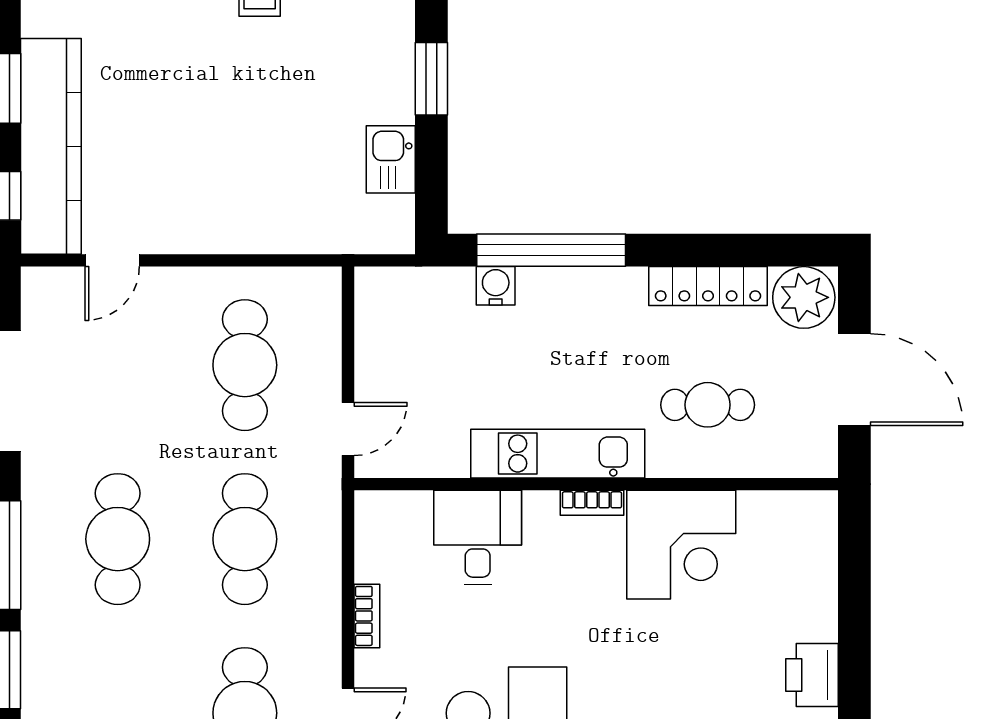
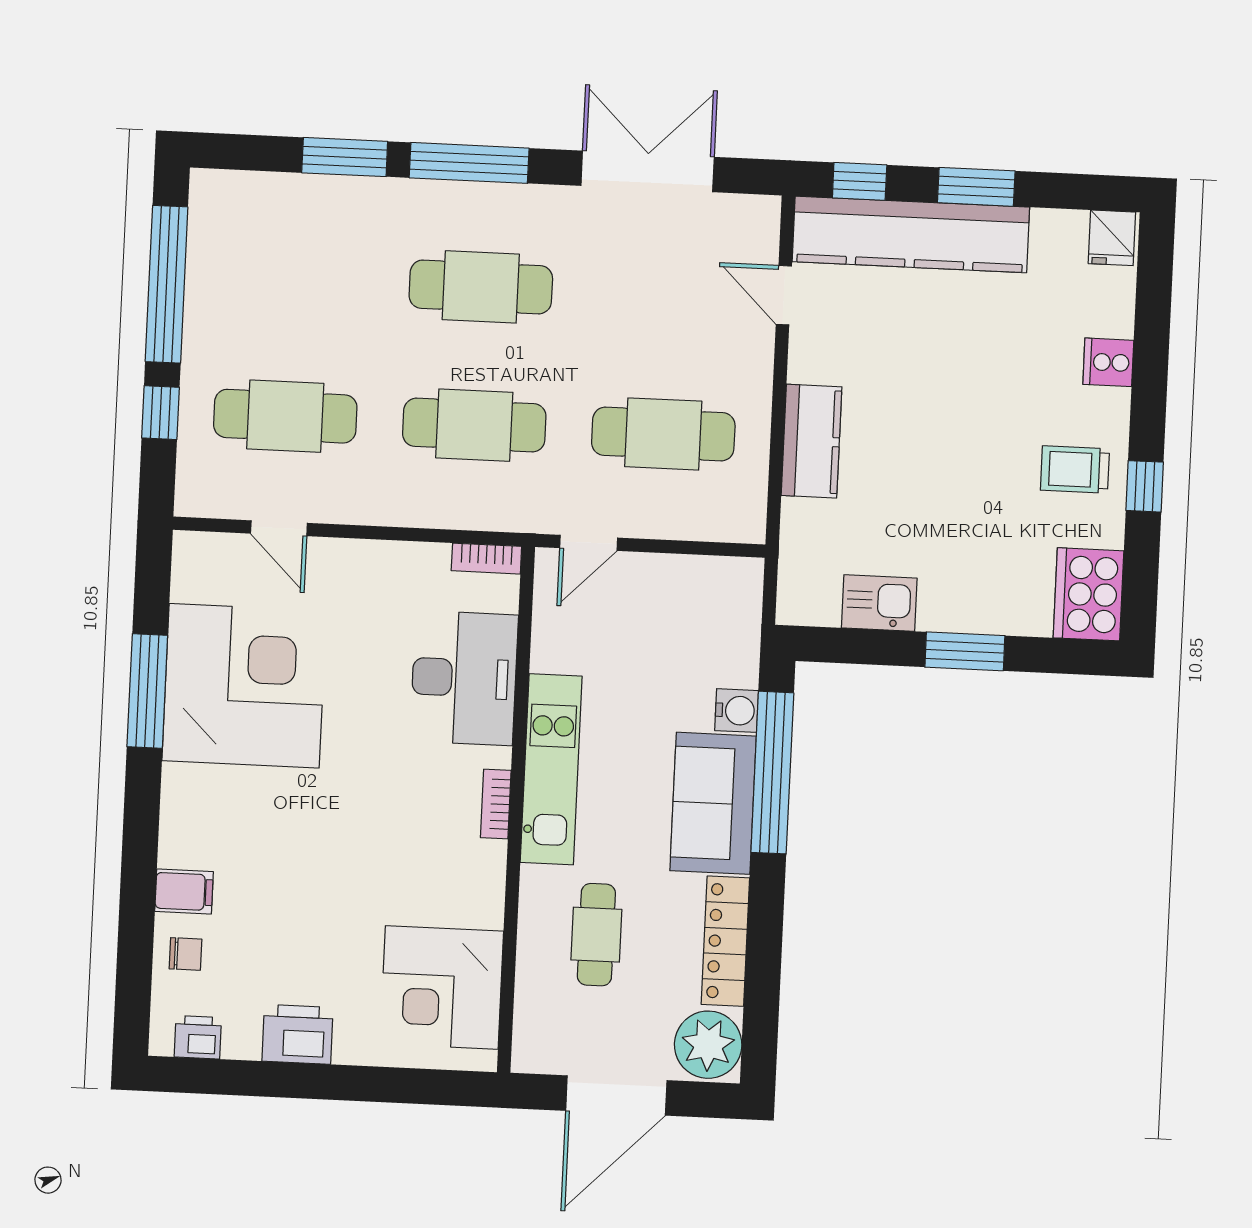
kitchen counter: (245, 229) -> (811, 441), added
sofa: (582, 303) -> (713, 803), added
door: (348, 429) -> (589, 543), hinge flipped
desk: (478, 538) -> (464, 678), width x1.37
corner desk: (681, 545) -> (442, 987), moved
bookcase: (367, 616) -> (486, 559), moved

